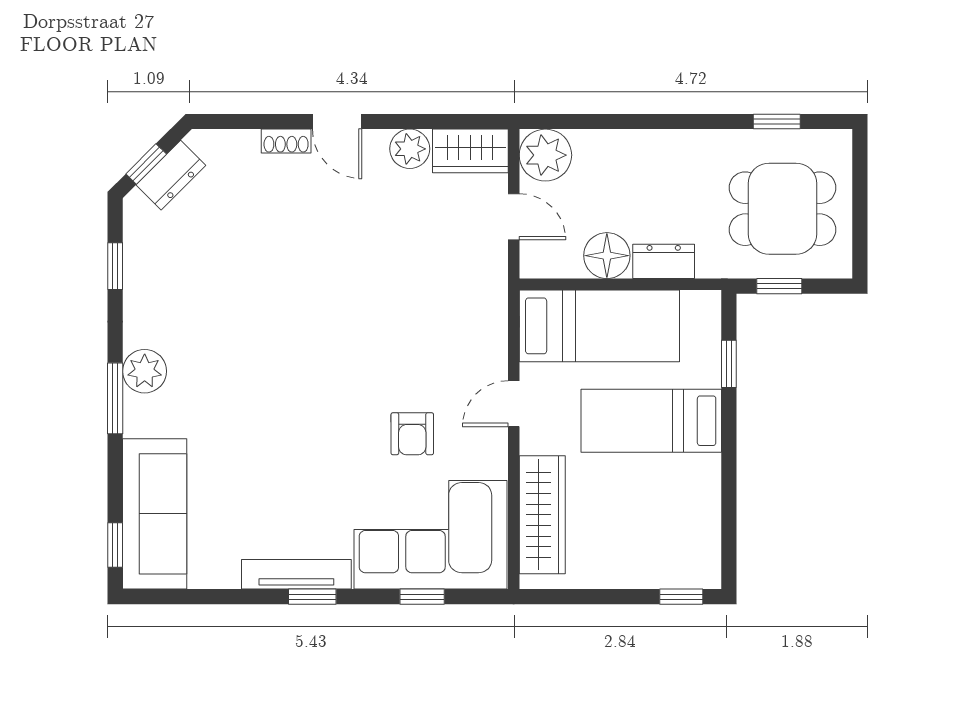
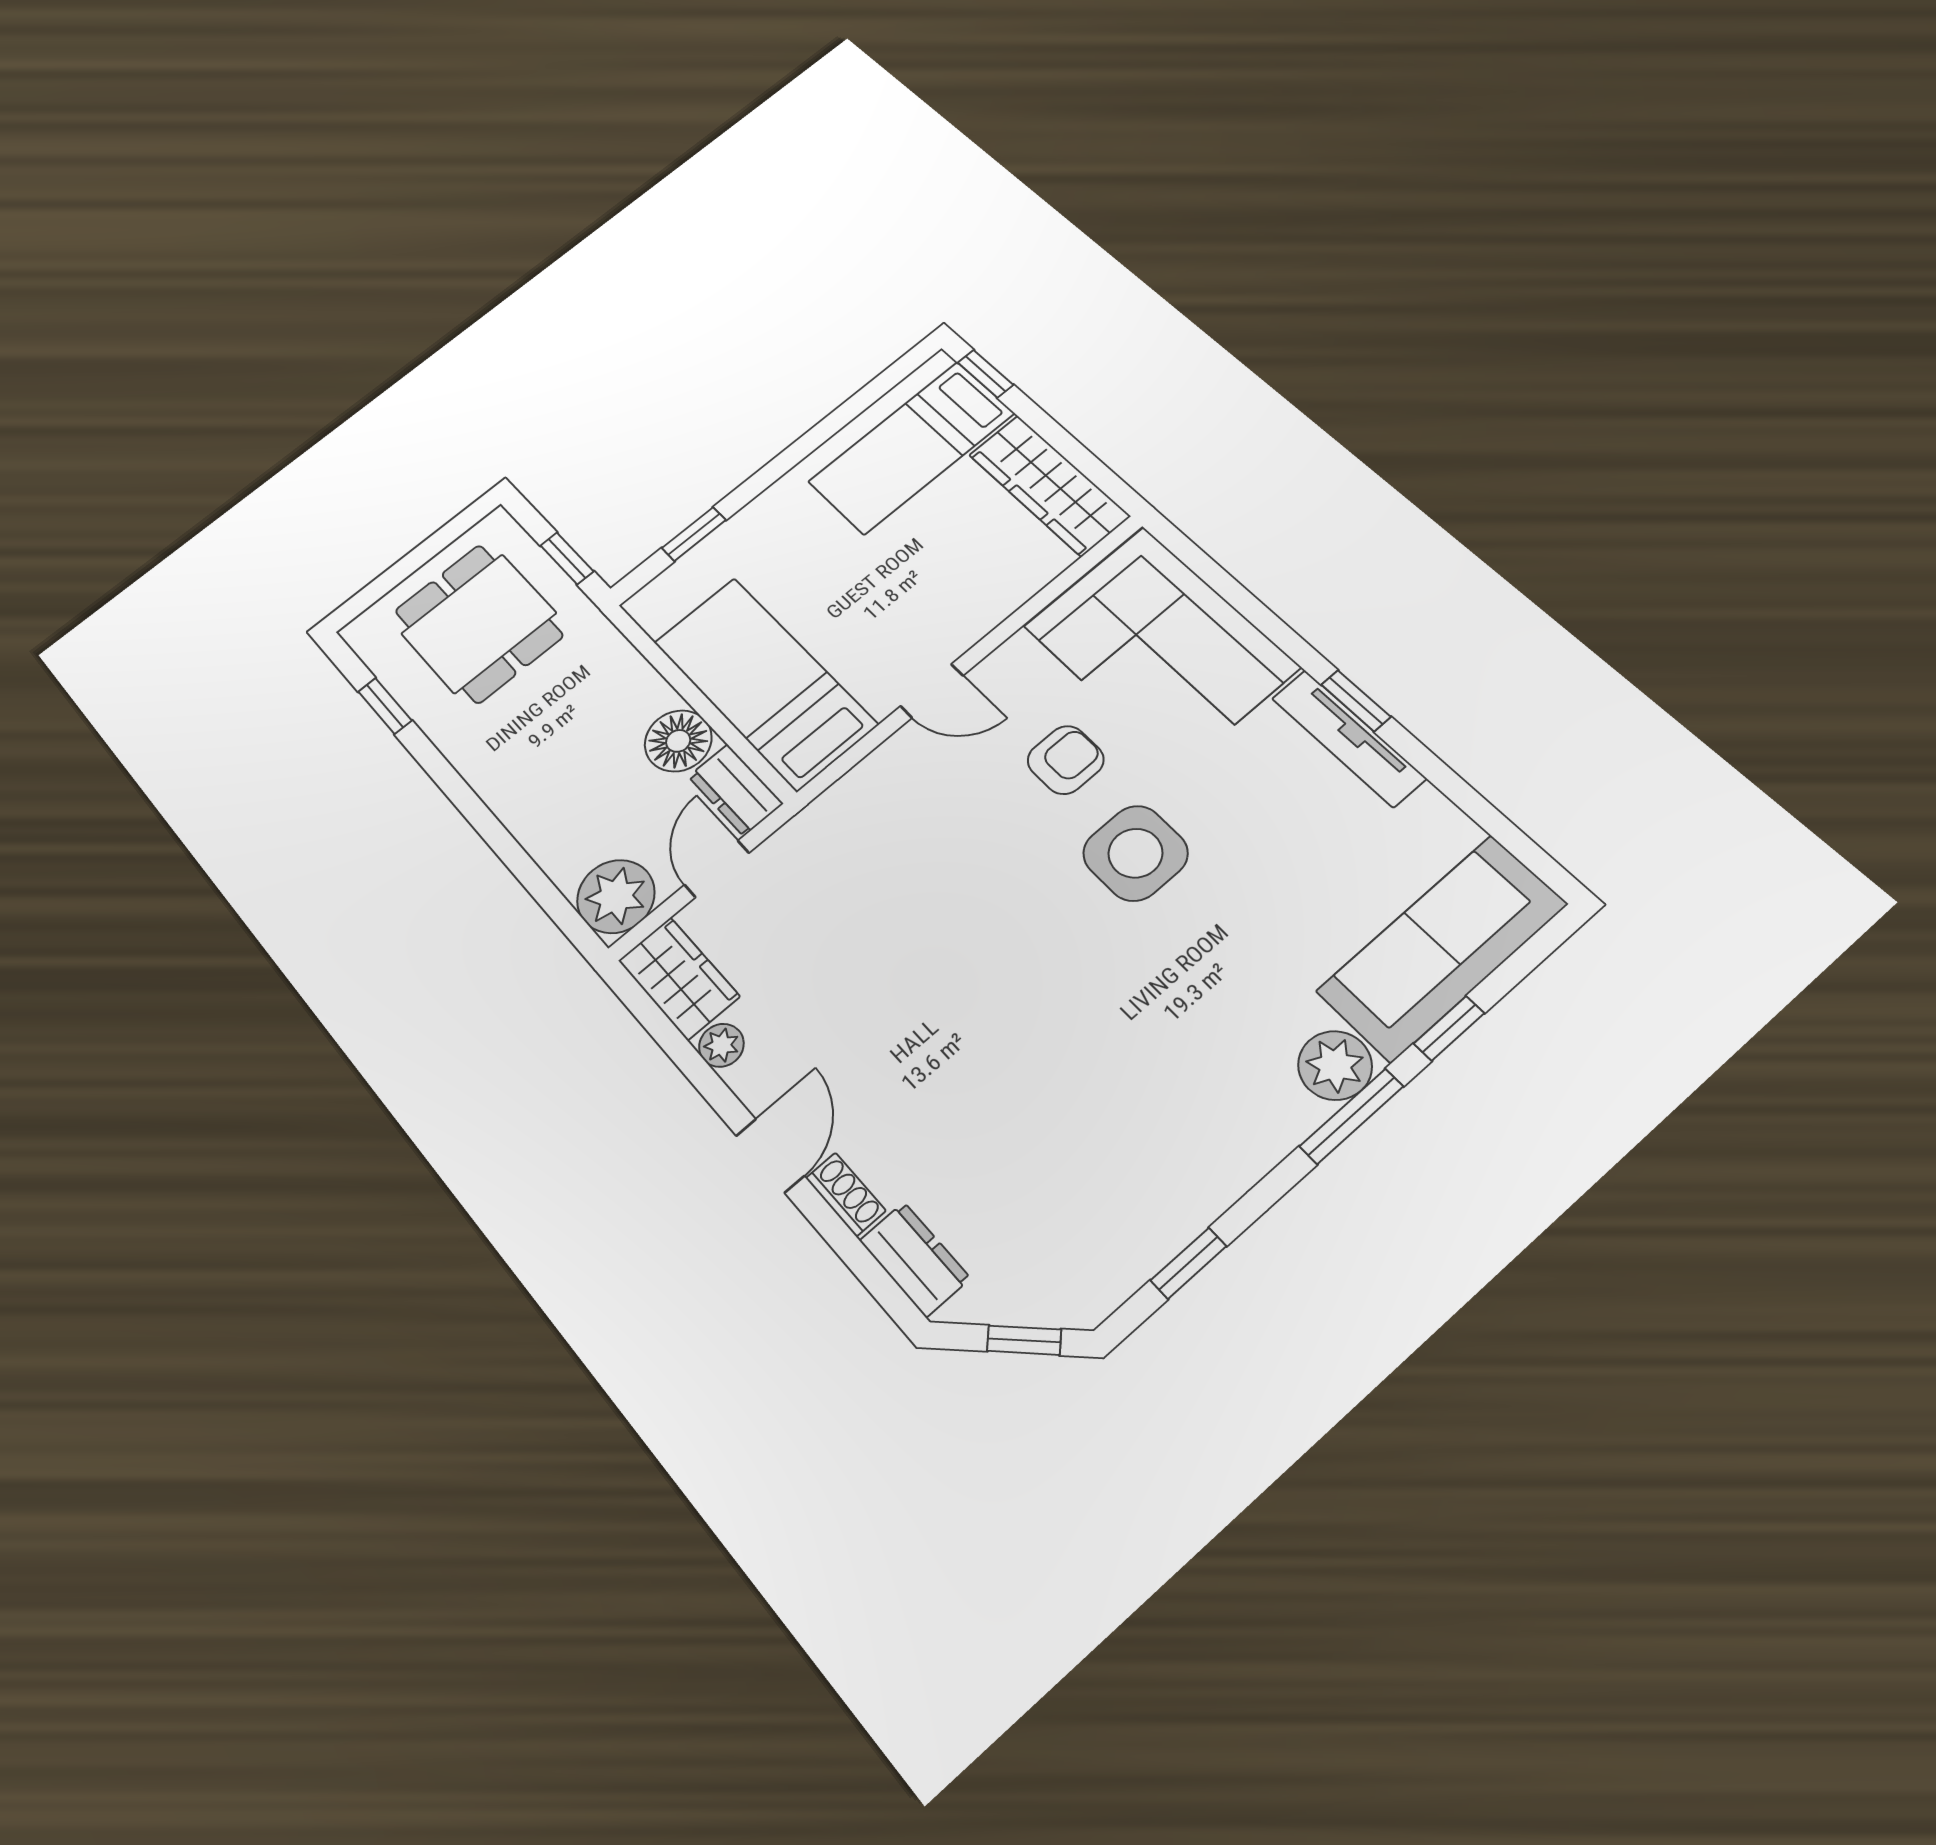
plant: (410, 149) -> (721, 1045), width x0.73, depth x0.73
dresser: (171, 175) -> (915, 1259), moved, turned 45
dresser: (664, 261) -> (736, 790), moved
plant: (145, 371) -> (1335, 1065), moved
bed: (651, 421) -> (911, 447), moved, turned 90
side table: (331, 422) -> (1135, 853), added
wardrobe: (542, 515) -> (1049, 485), moved, turned -90
window: (115, 545) -> (1449, 1028), moved
window: (422, 597) -> (1238, 597), removed

